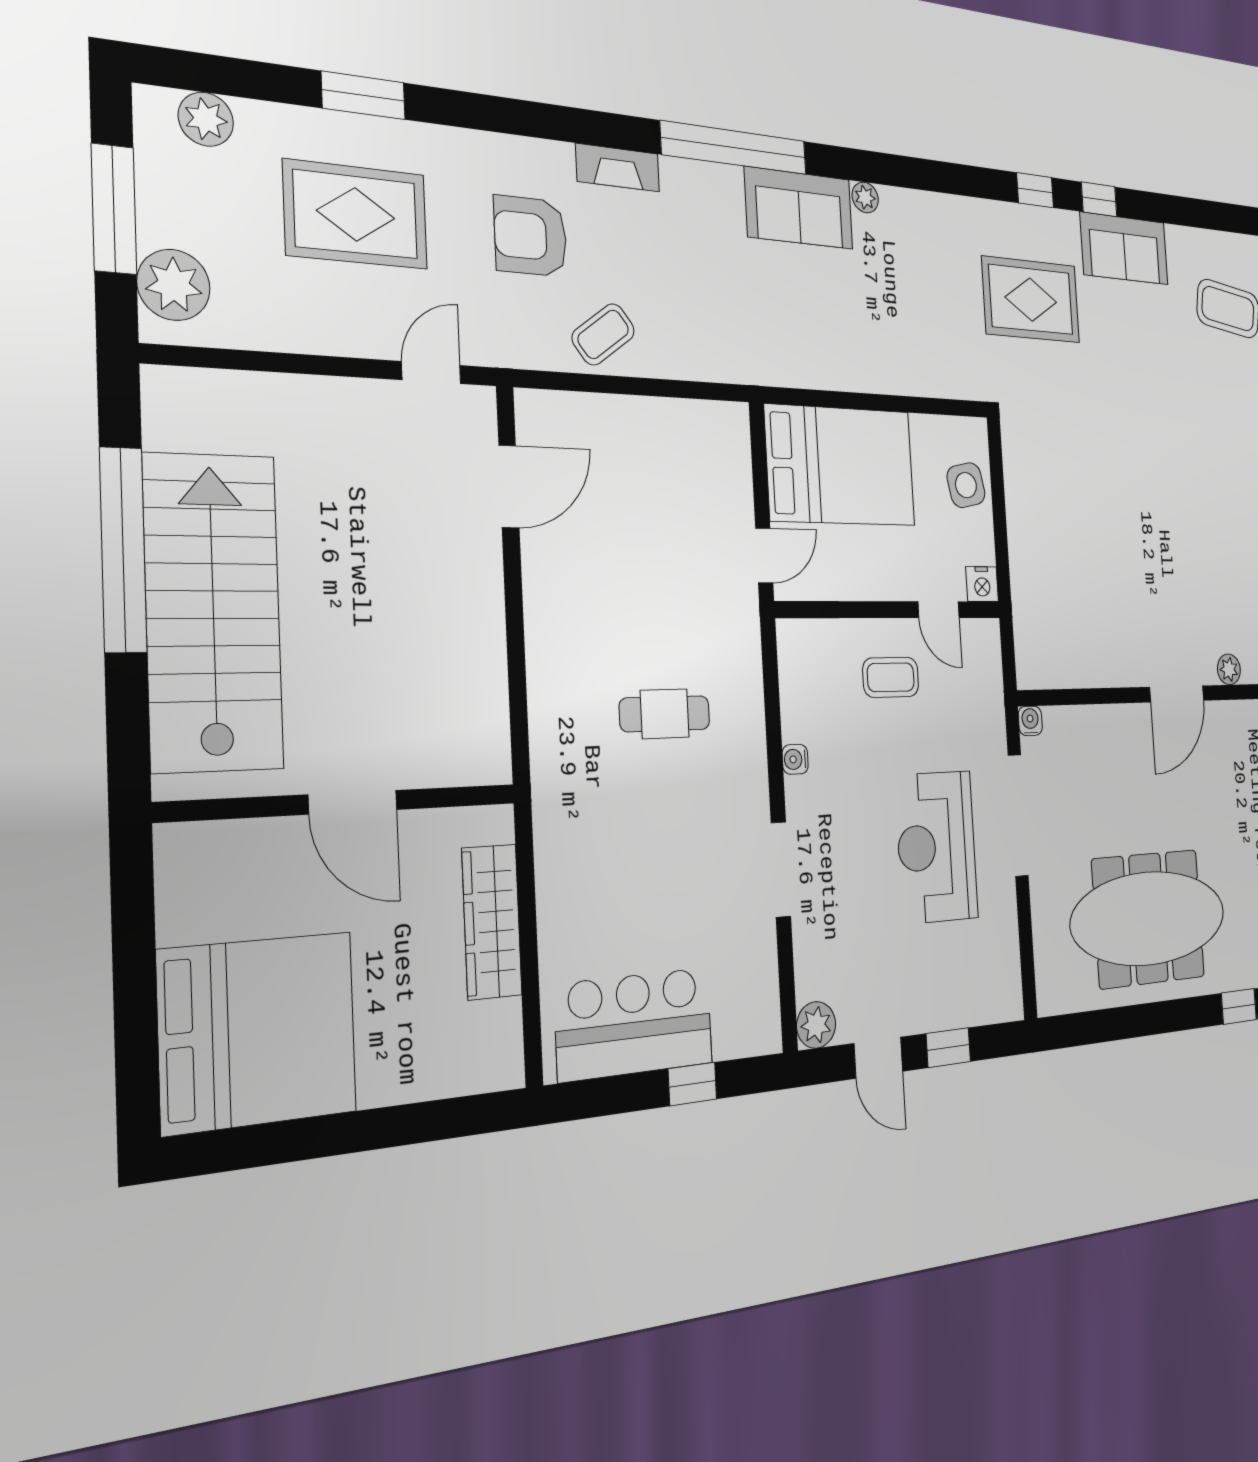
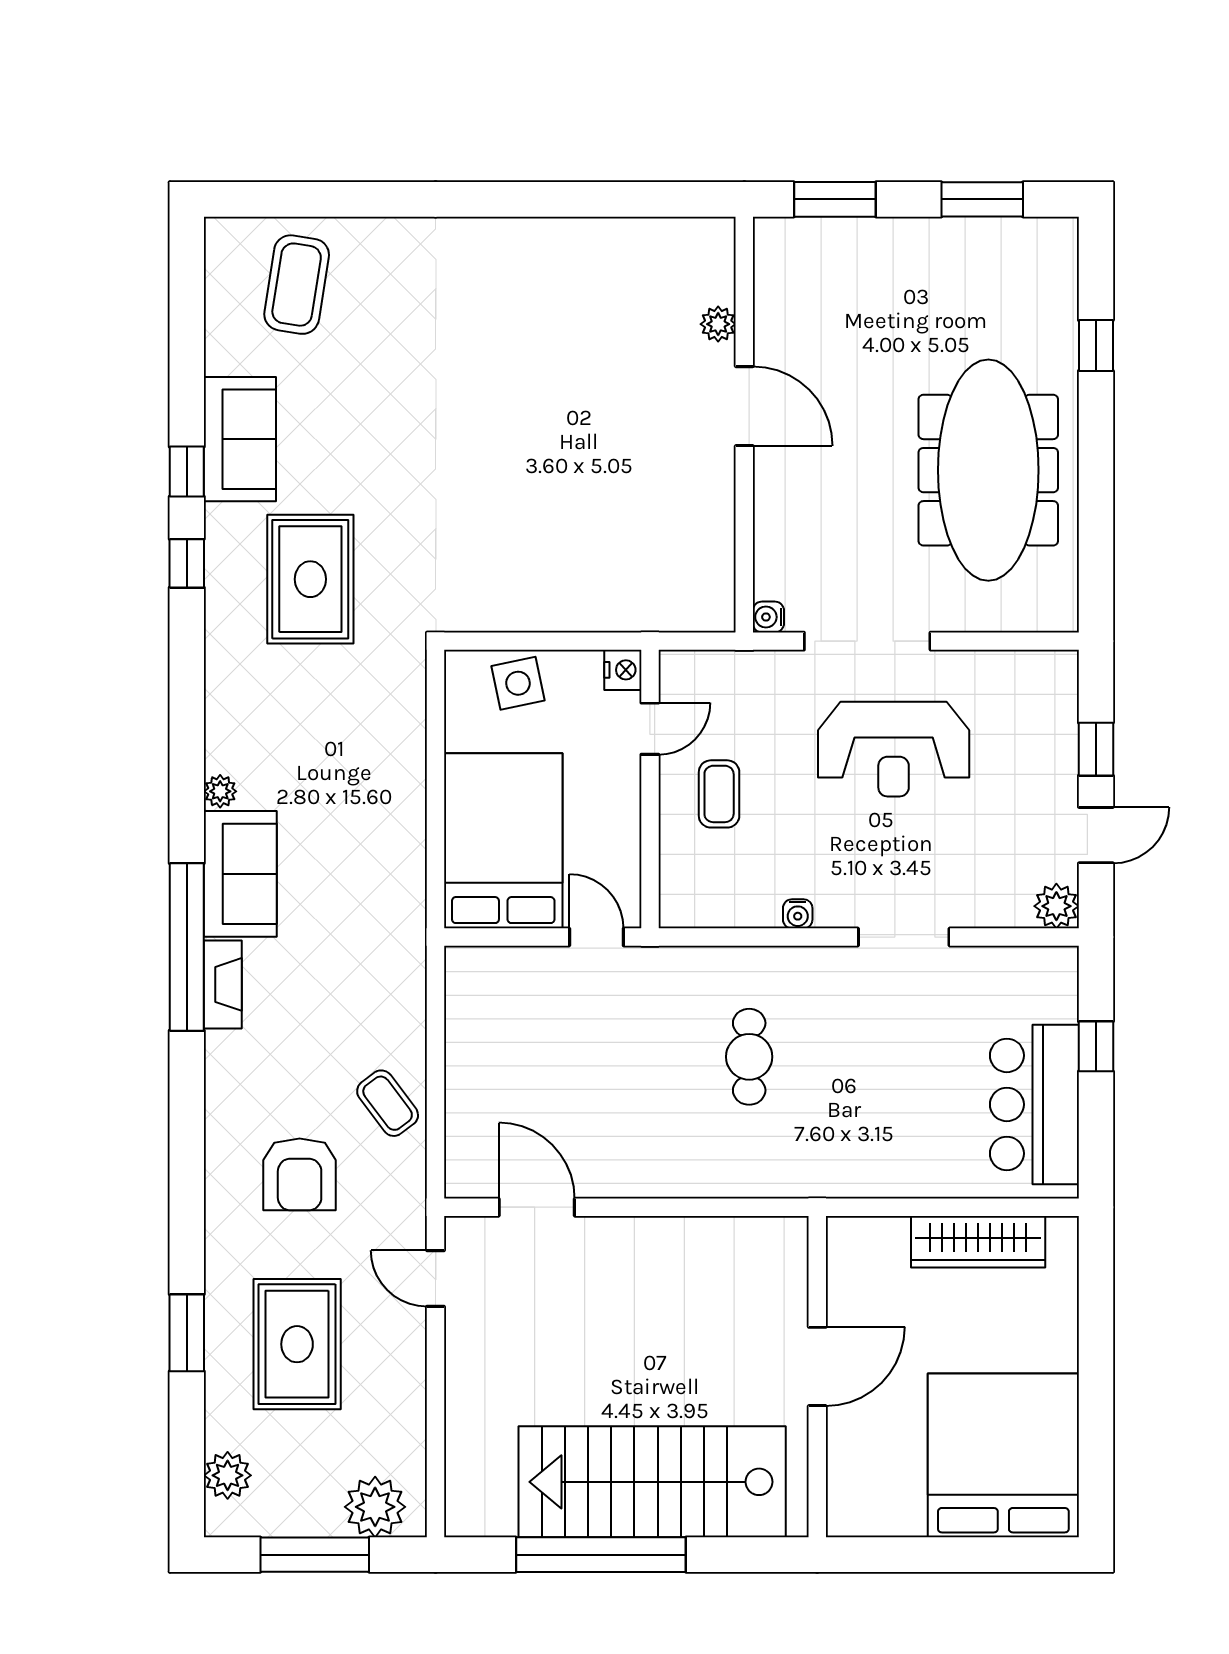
fireplace: (618, 168) -> (223, 984), moved
wardrobe: (492, 922) -> (978, 1242), moved

